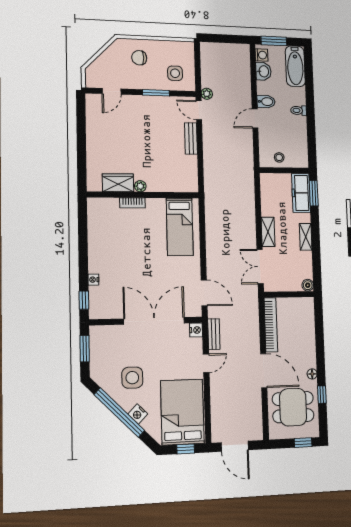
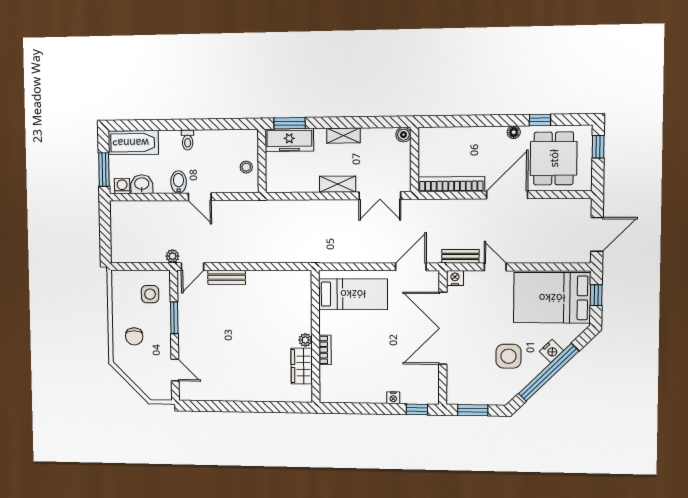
wardrobe: (118, 183) -> (302, 366), moved
plant: (140, 186) -> (305, 340), moved
wall: (143, 195) -> (316, 337), moved
bookcase: (132, 203) -> (325, 350), moved
bed: (180, 227) -> (353, 294), moved

